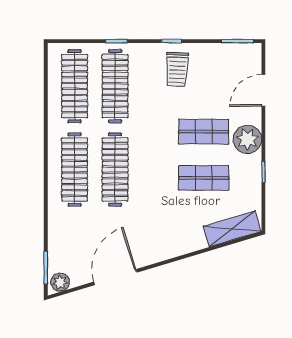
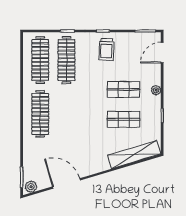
door: (263, 90) -> (162, 53), moved
plant: (247, 139) -> (156, 90), width x0.53, depth x0.53
clothes rail: (115, 170) -> (66, 114), removed
shelving: (232, 229) -> (134, 155), width x1.47
door: (115, 277) -> (67, 183), hinge flipped

